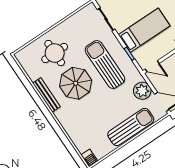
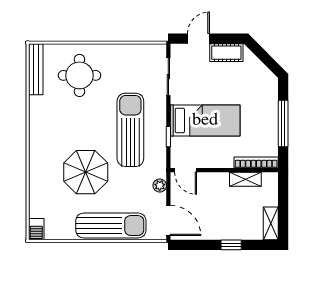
parasol: (76, 83) -> (86, 172), moved
plant: (142, 91) -> (160, 186), width x0.53, depth x0.53
bench: (46, 95) -> (36, 69), moved

